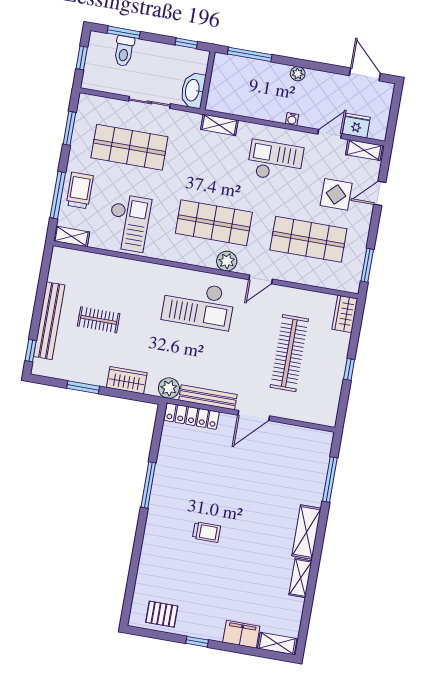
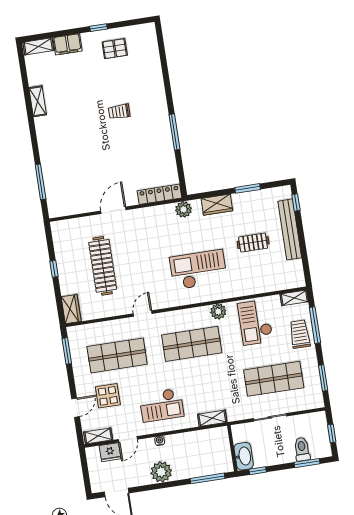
plant: (298, 74) -> (161, 472), width x1.87, depth x1.87
washbasin: (193, 90) -> (244, 456), moved
trolley: (80, 190) -> (300, 334), turned 180
plant: (227, 261) -> (218, 312), moved
checkout: (198, 304) -> (198, 270), moved
bench: (208, 397) -> (152, 212), removed
shelving: (306, 532) -> (45, 137), removed
pallet: (162, 614) -> (115, 49), moved

